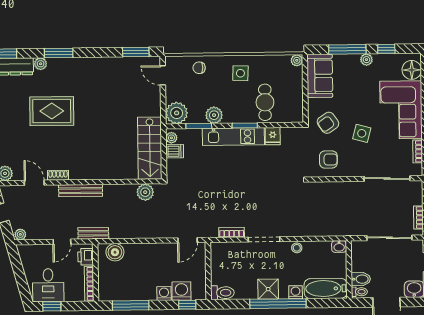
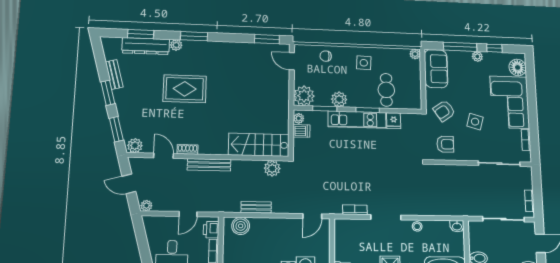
stairs: (150, 148) -> (259, 145), moved, turned 90
bench: (93, 233) -> (256, 207), moved

